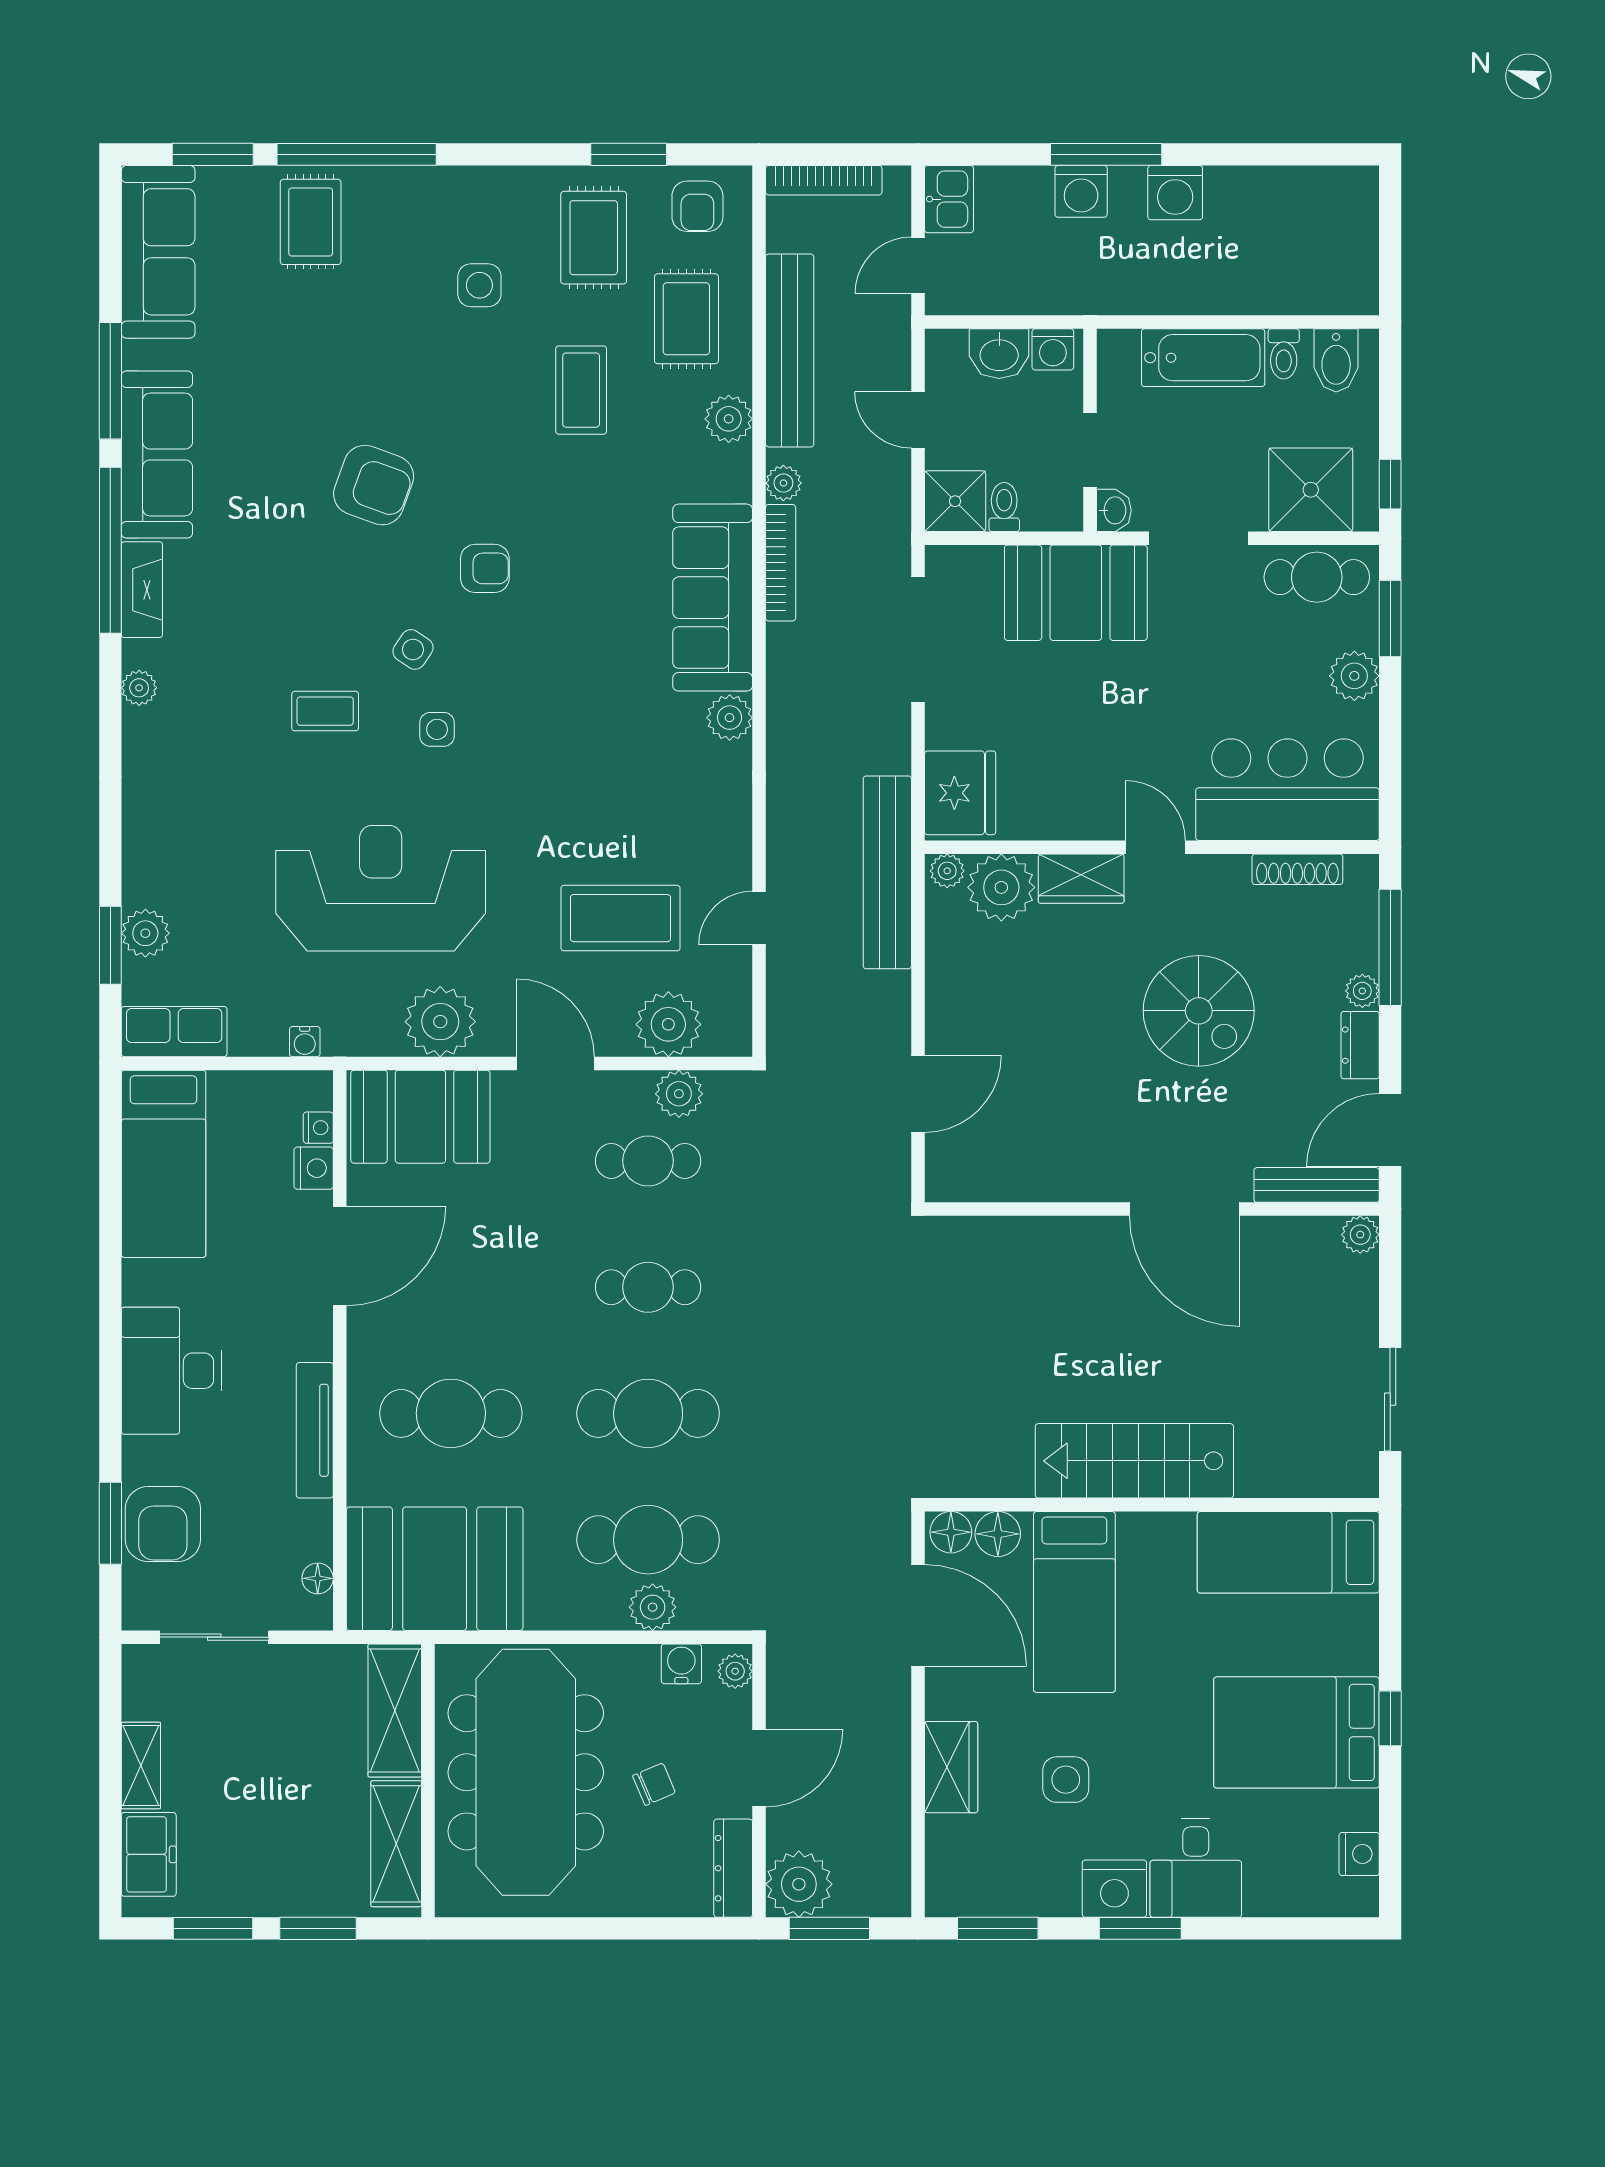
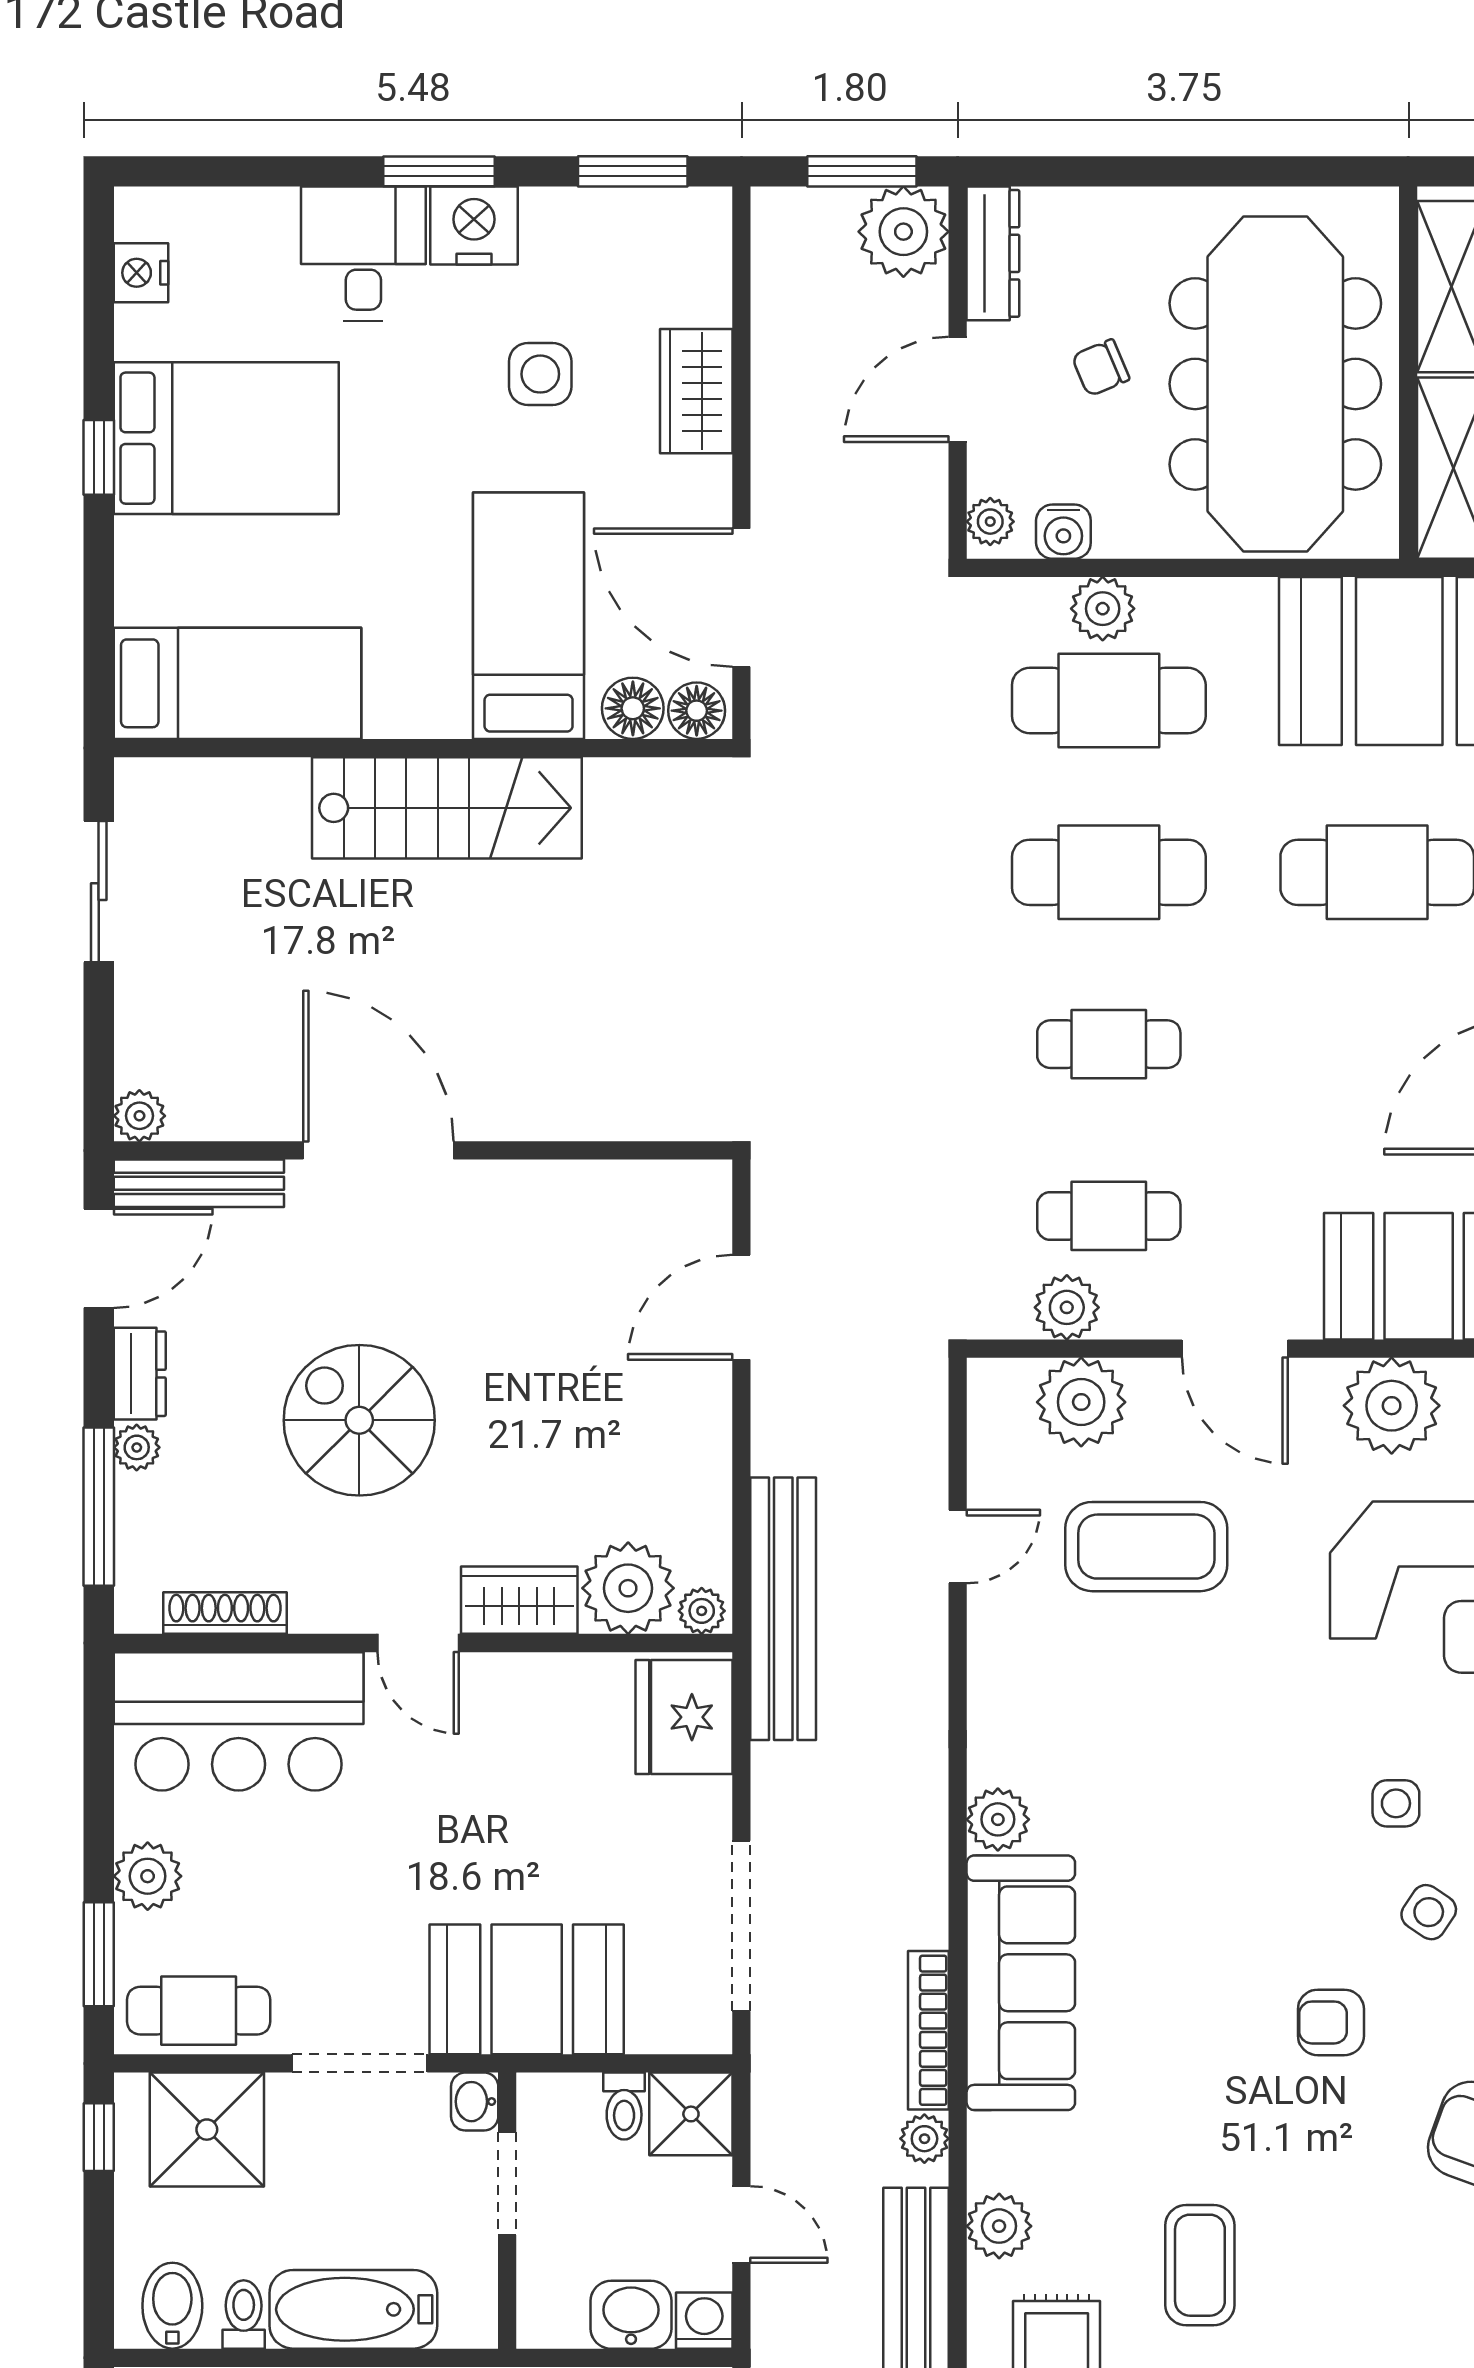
washing machine: (1053, 349) -> (704, 2321), moved

